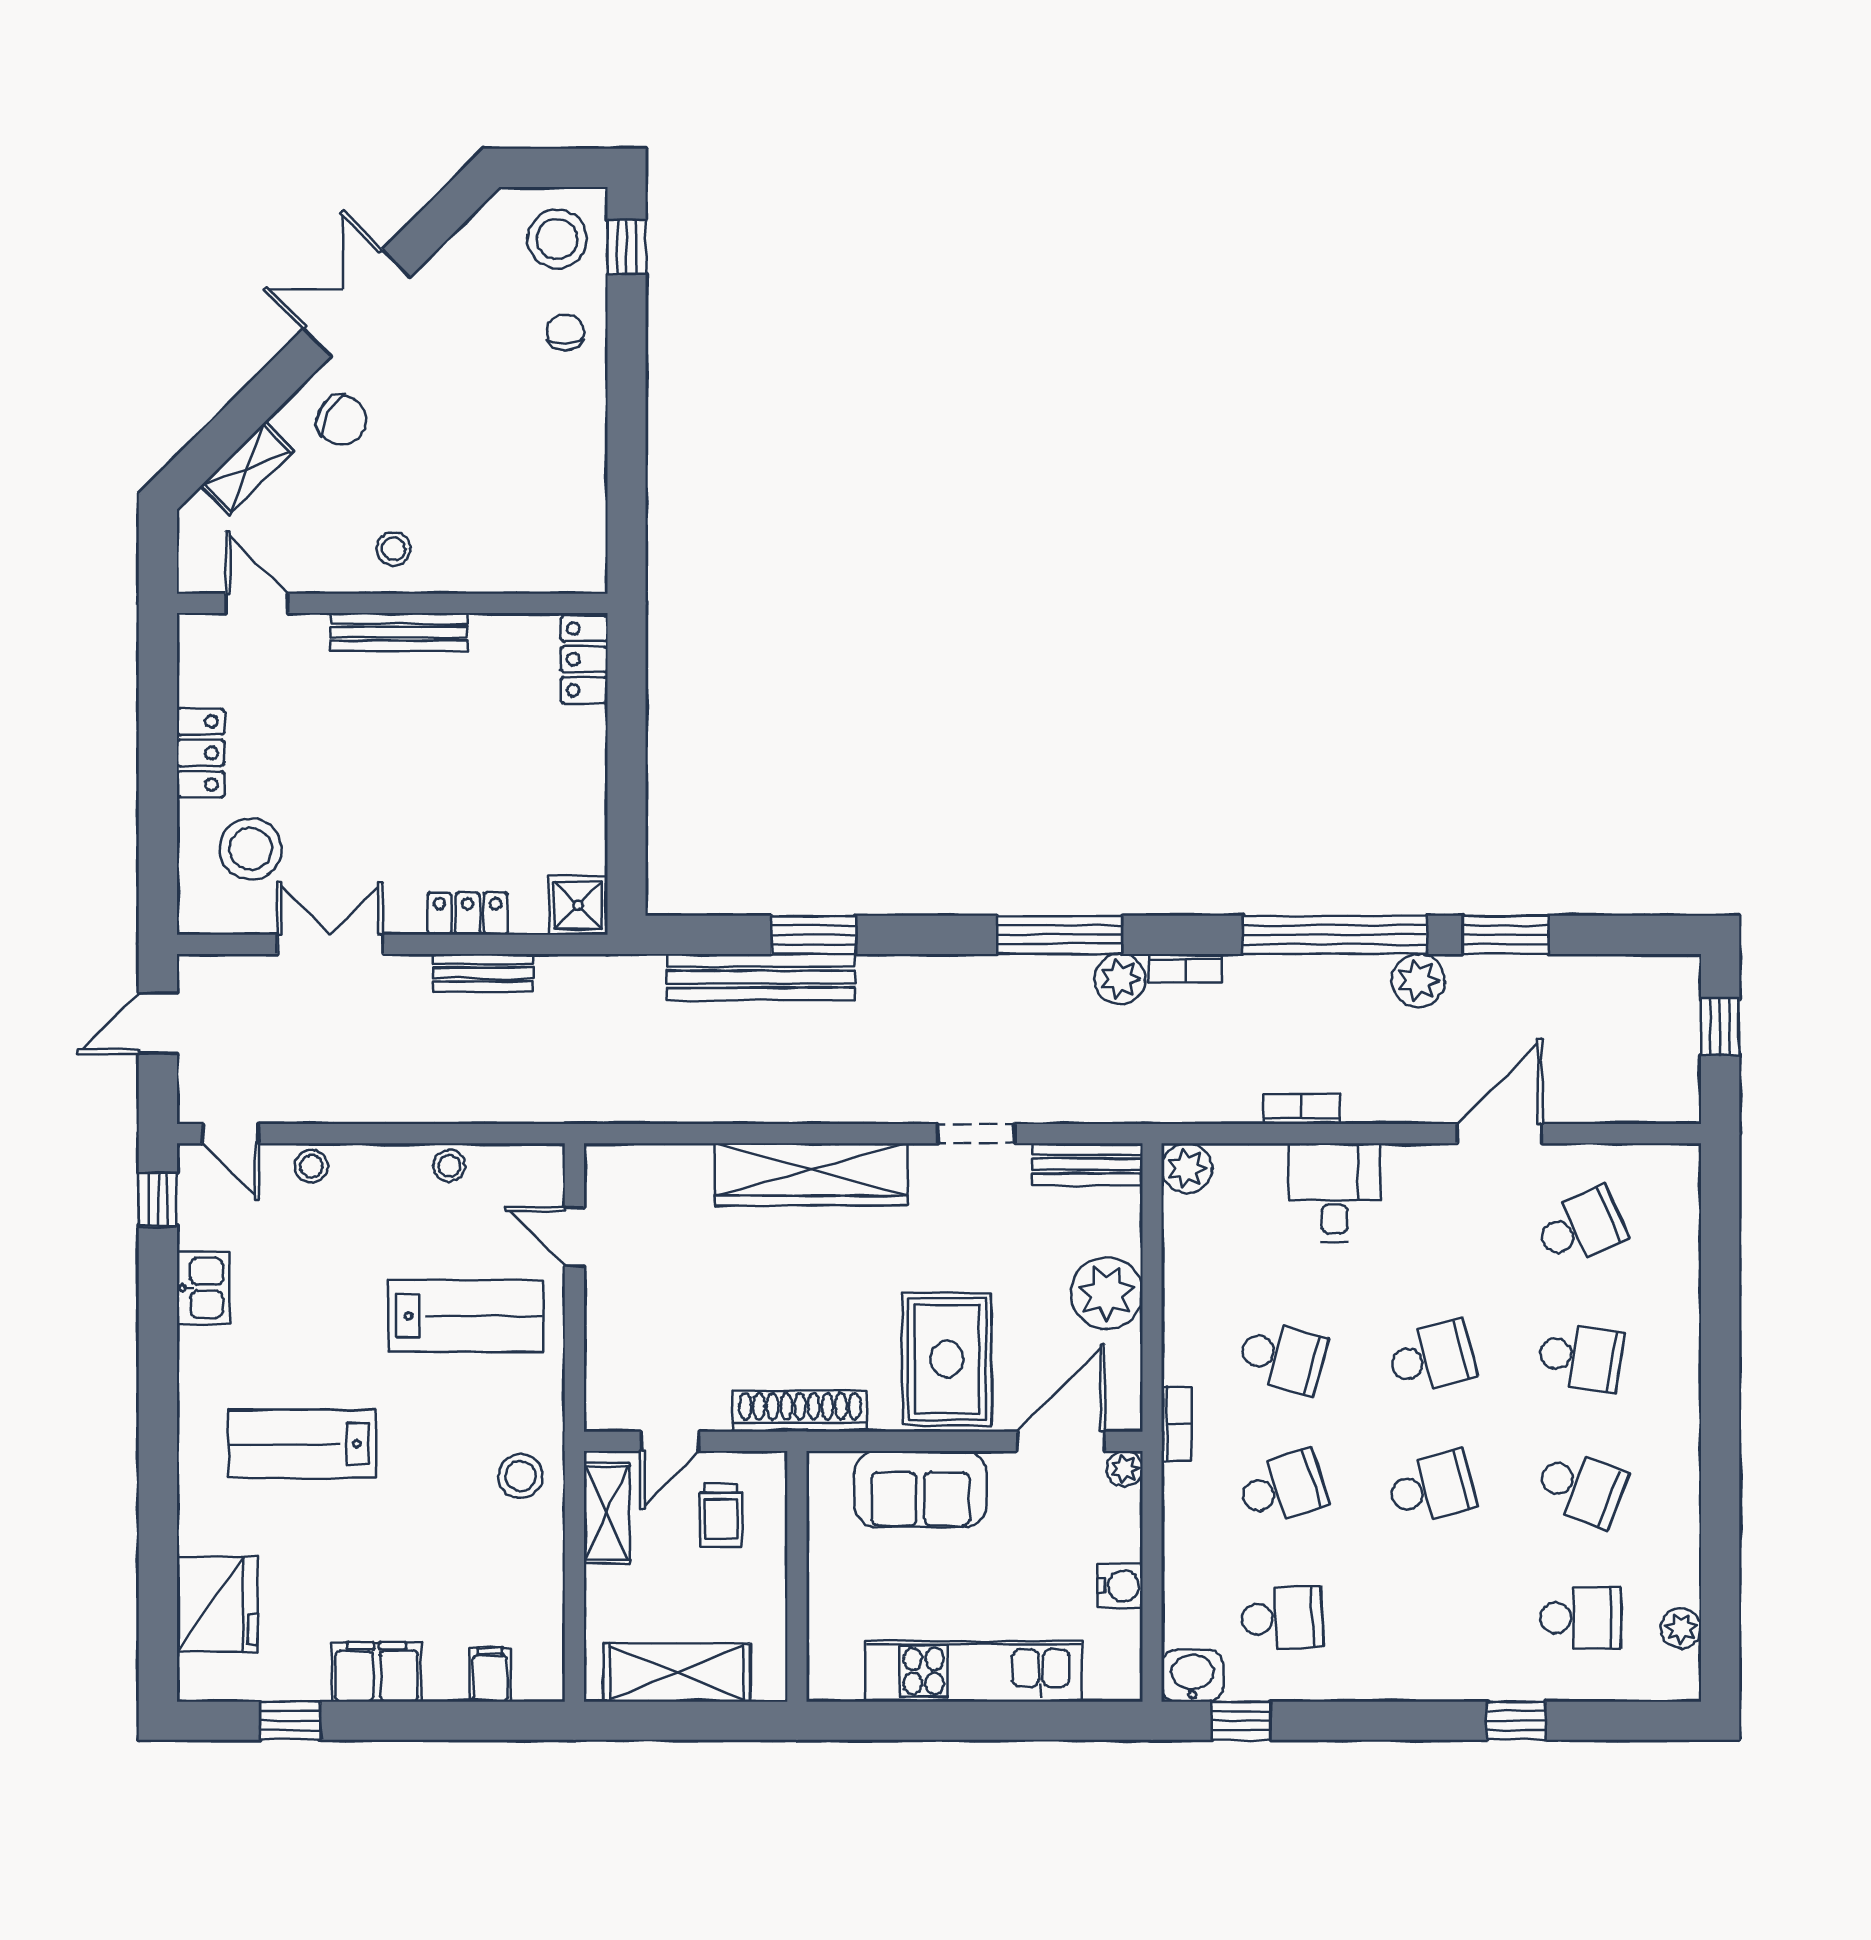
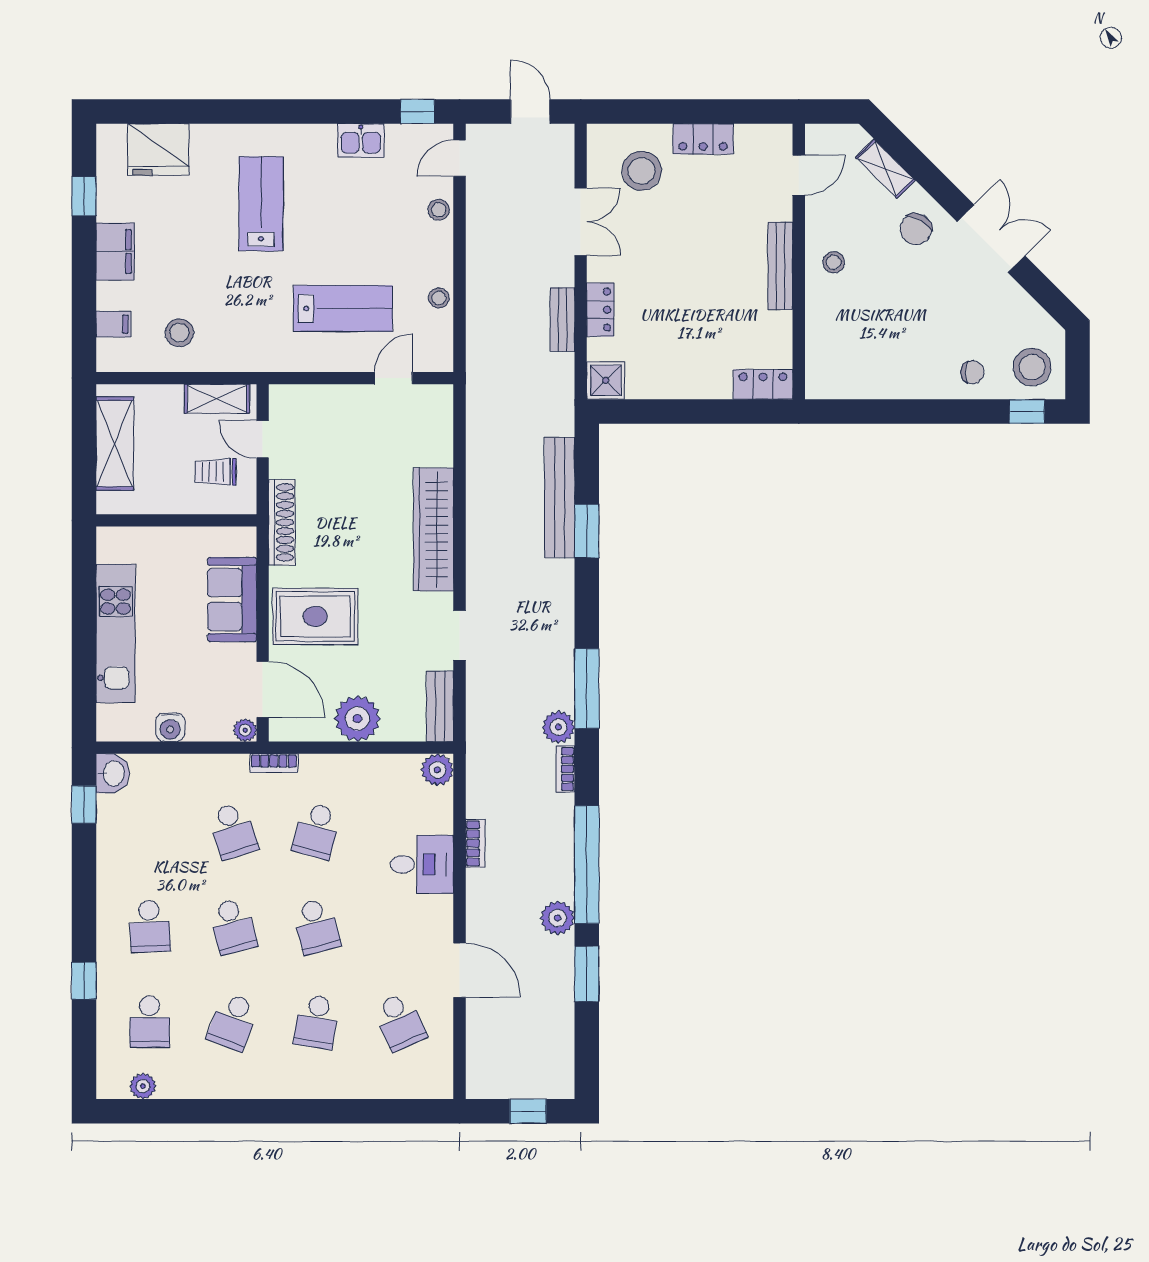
lab bench: (466, 1316) -> (343, 308), turned -90
stool: (521, 1476) -> (179, 333), moved
school desk: (1282, 1618) -> (150, 926), moved

